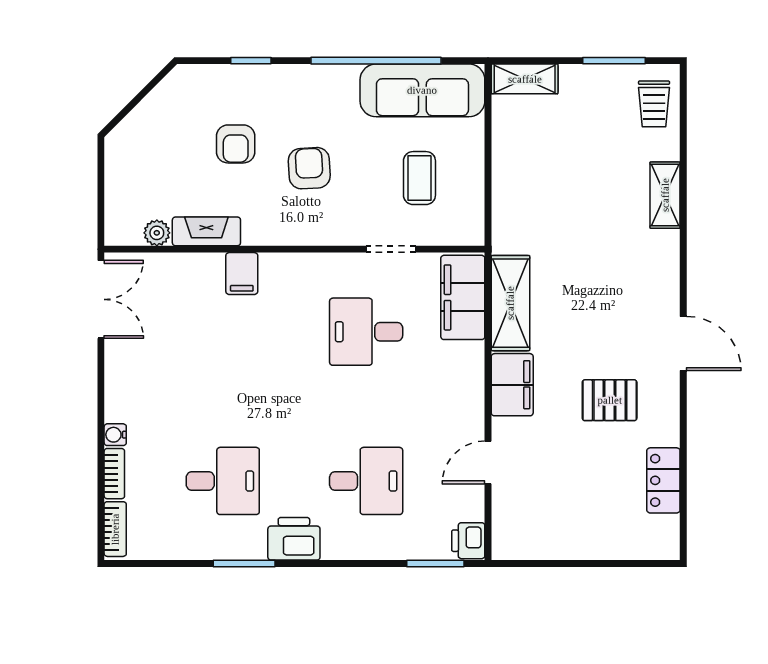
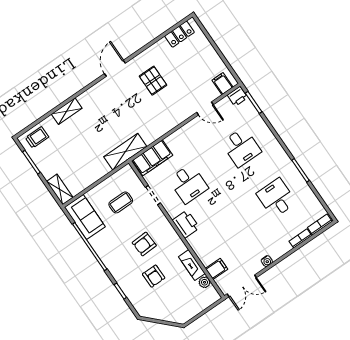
sofa: (422, 90) -> (85, 217), width x0.73
armchair: (236, 144) -> (154, 276), turned 90
filing cabinet: (242, 274) -> (217, 269), moved
double door: (101, 299) -> (242, 286), swing flipped
shelving: (510, 303) -> (125, 152), moved
filing cabinet: (512, 385) -> (222, 84), moved, width x0.50
water cooler: (115, 435) -> (267, 261), moved
locker: (663, 480) -> (179, 34), moved
desk: (366, 481) -> (241, 147), turned 180
printer: (294, 539) -> (186, 224), moved, turned 180

